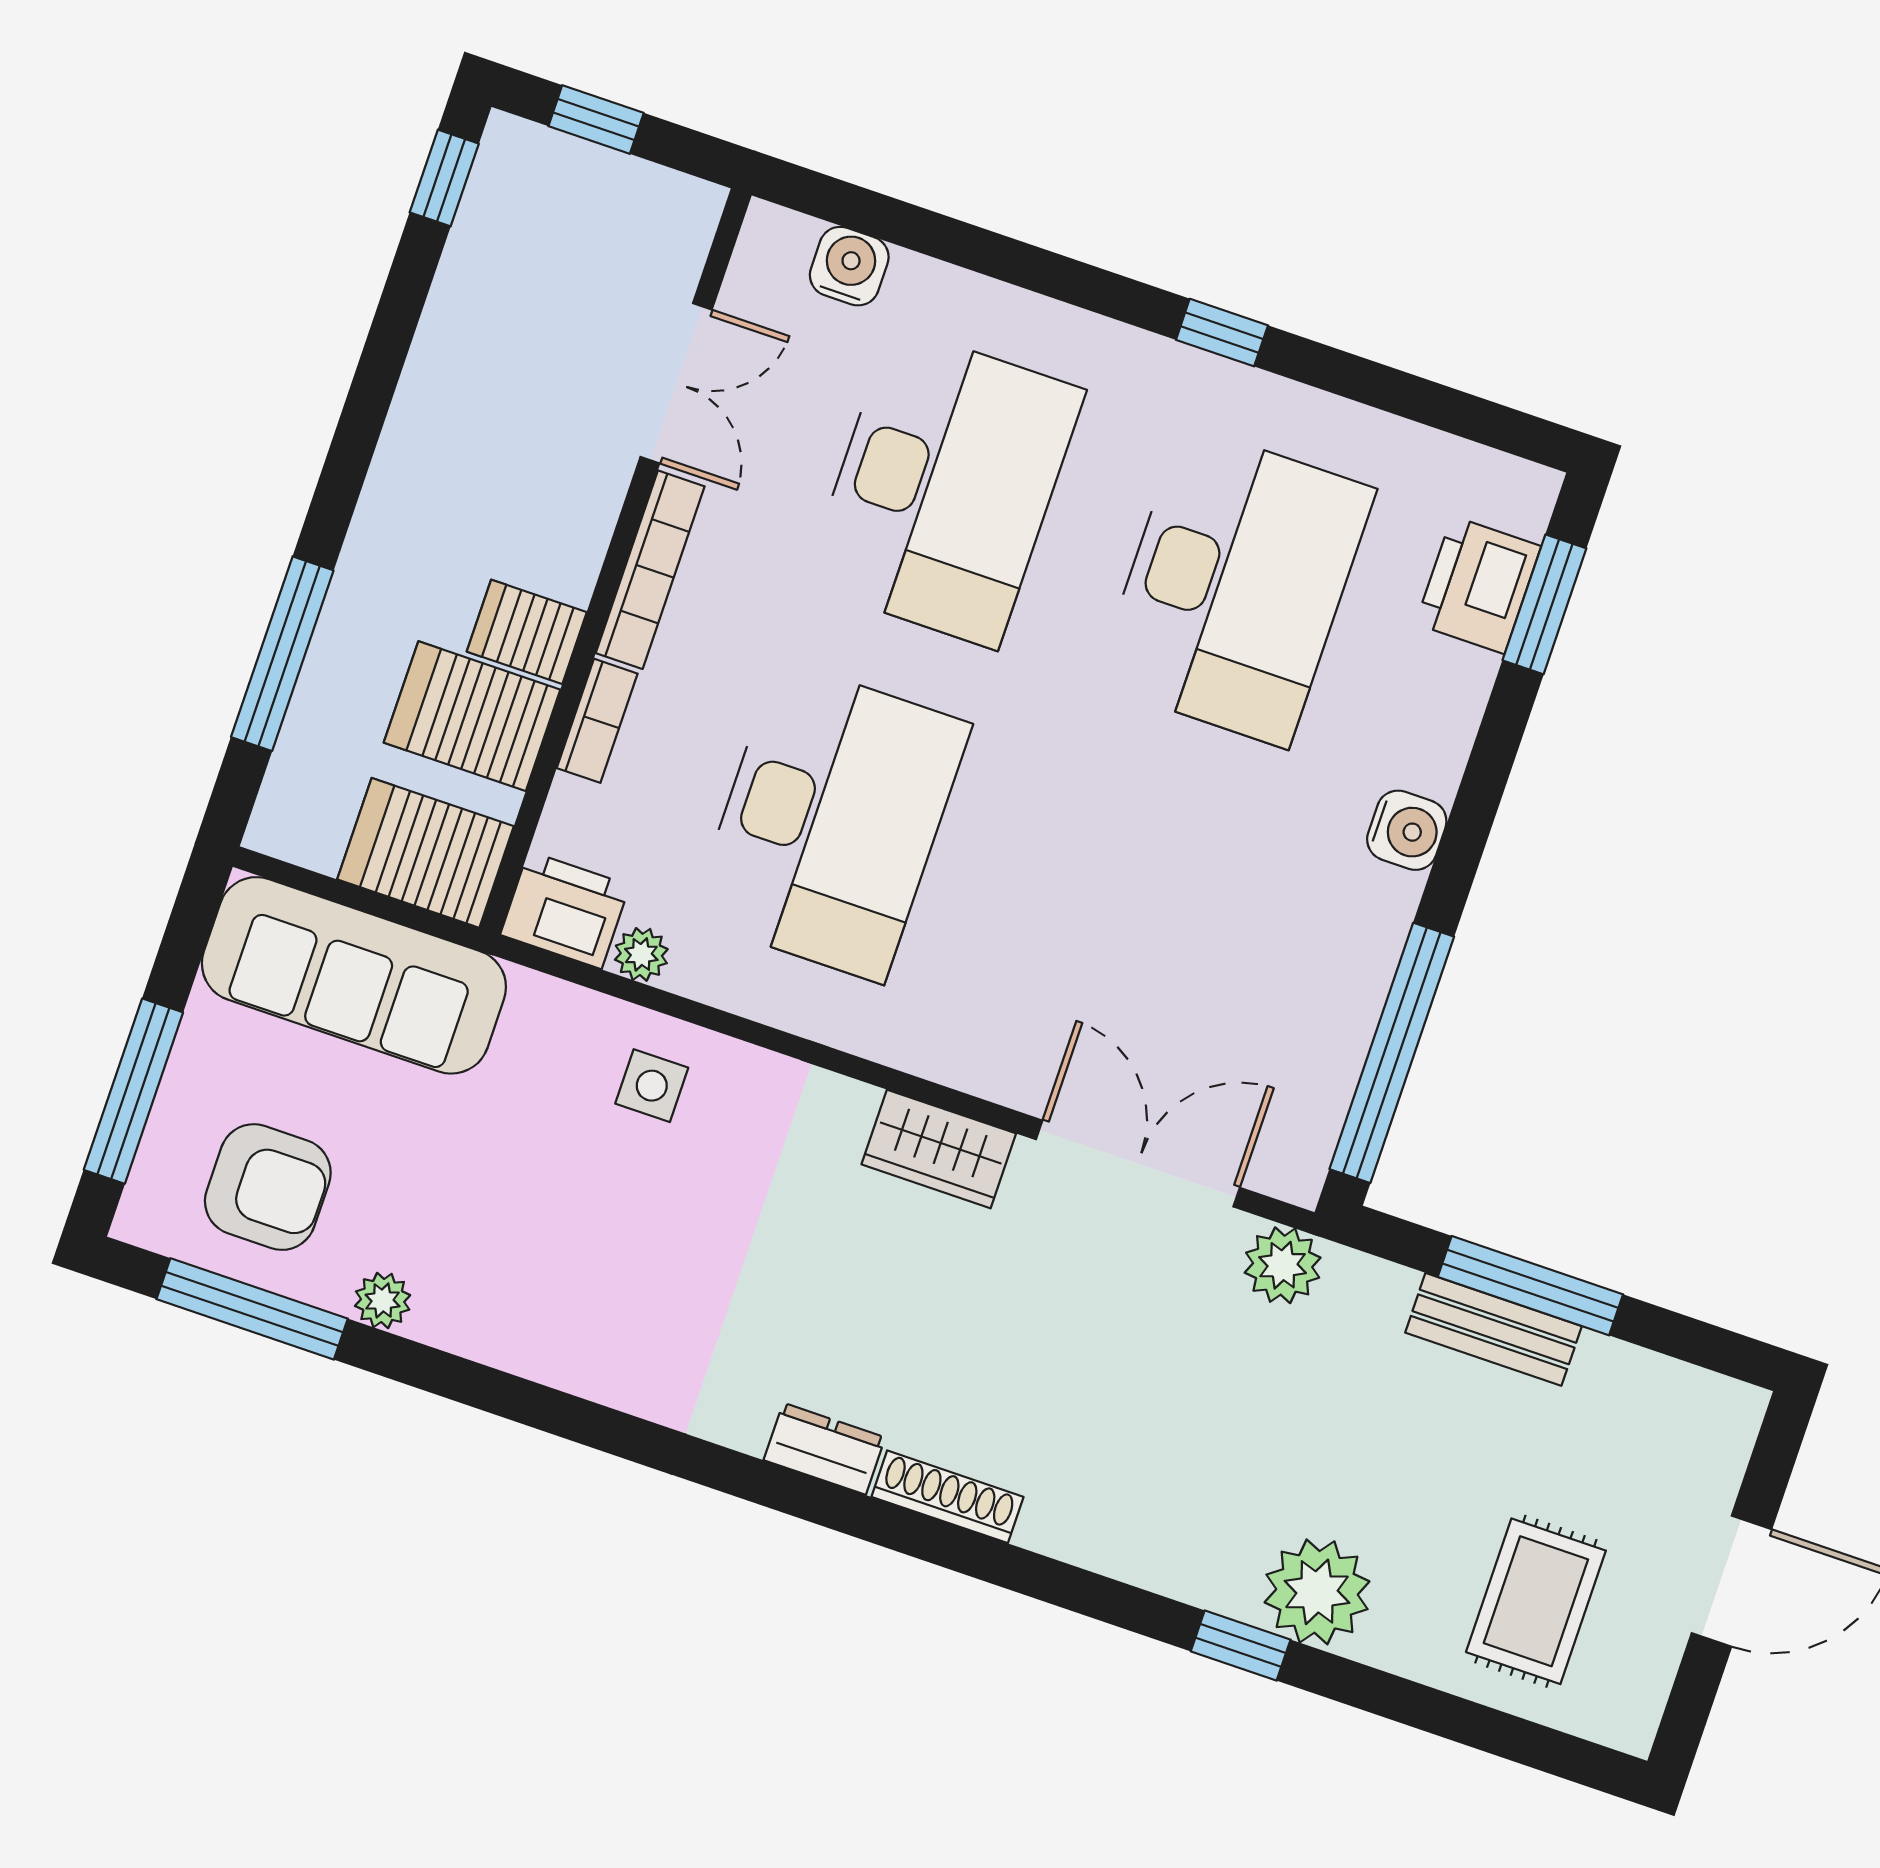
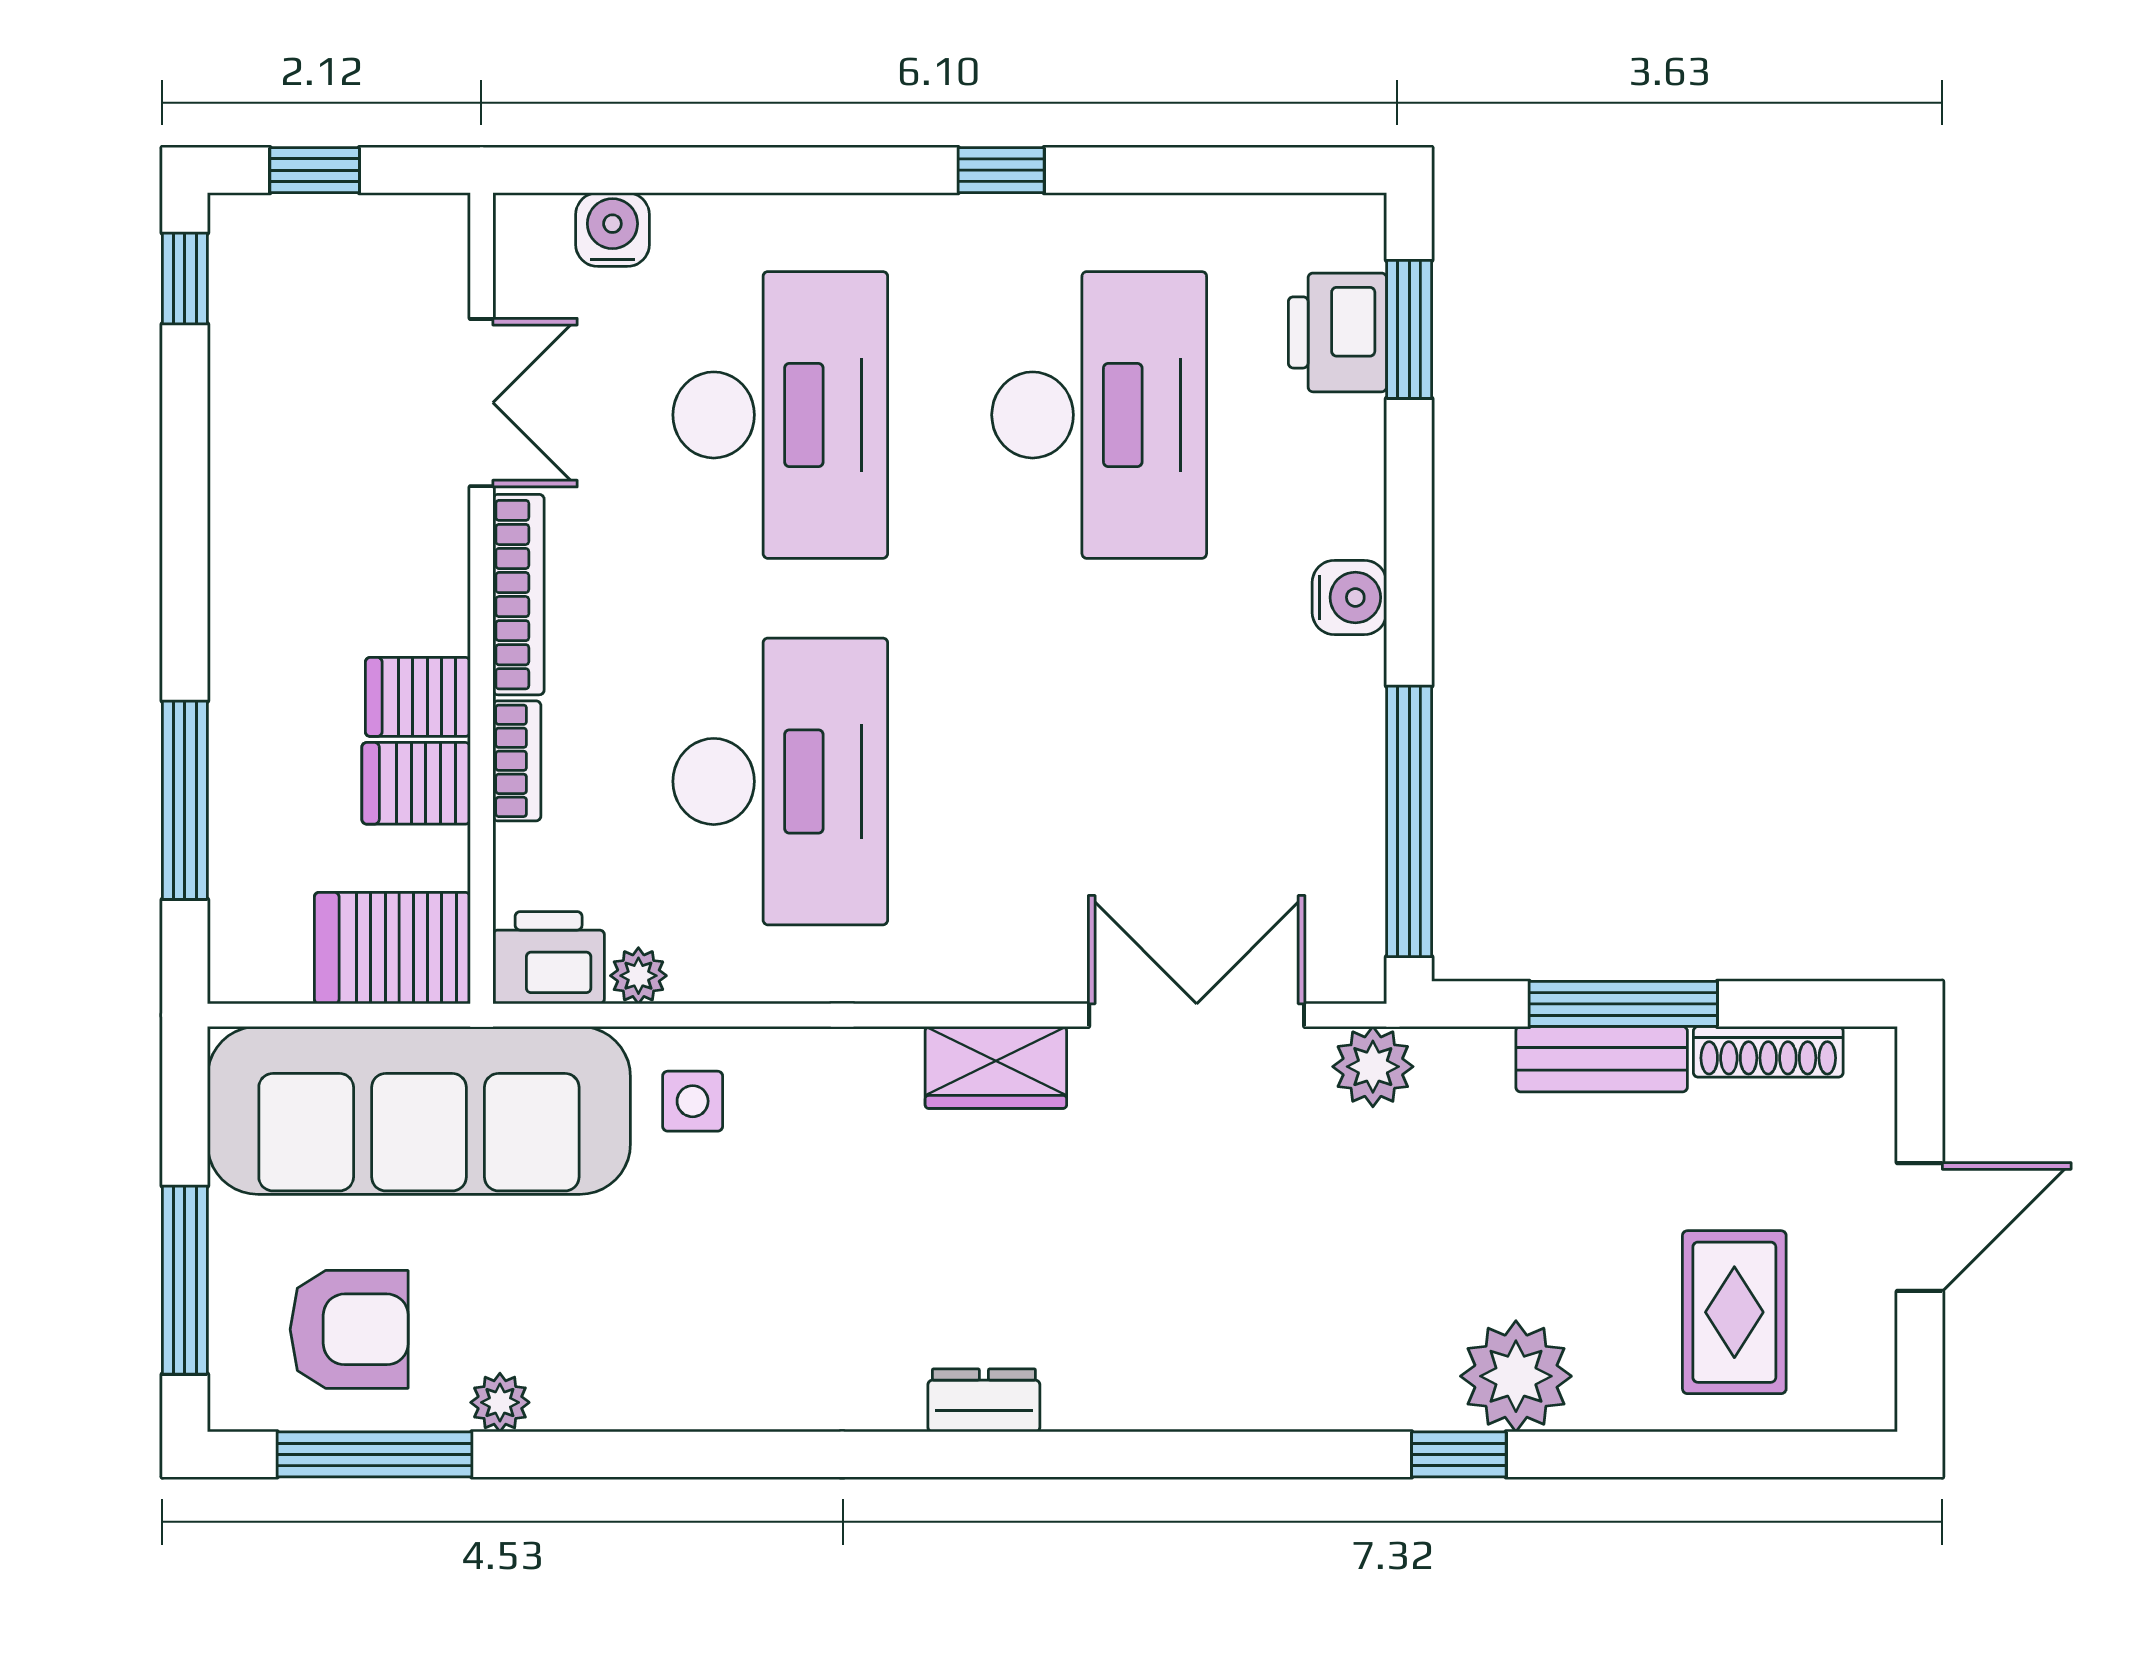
server rack: (472, 716) -> (416, 783), width x0.73, depth x0.70
sofa: (354, 975) -> (419, 1110), width x1.36, depth x1.27
shoe rack: (947, 1497) -> (1768, 1052), moved, turned 180

